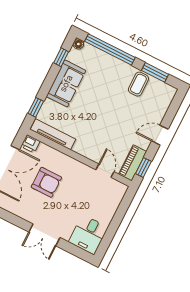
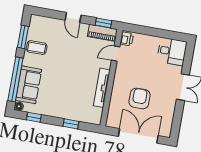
sofa: (66, 83) -> (29, 85), moved, turned 90
window: (36, 107) -> (71, 124), moved
tv unit: (53, 134) -> (102, 88), moved
printer: (30, 144) -> (127, 39), moved

